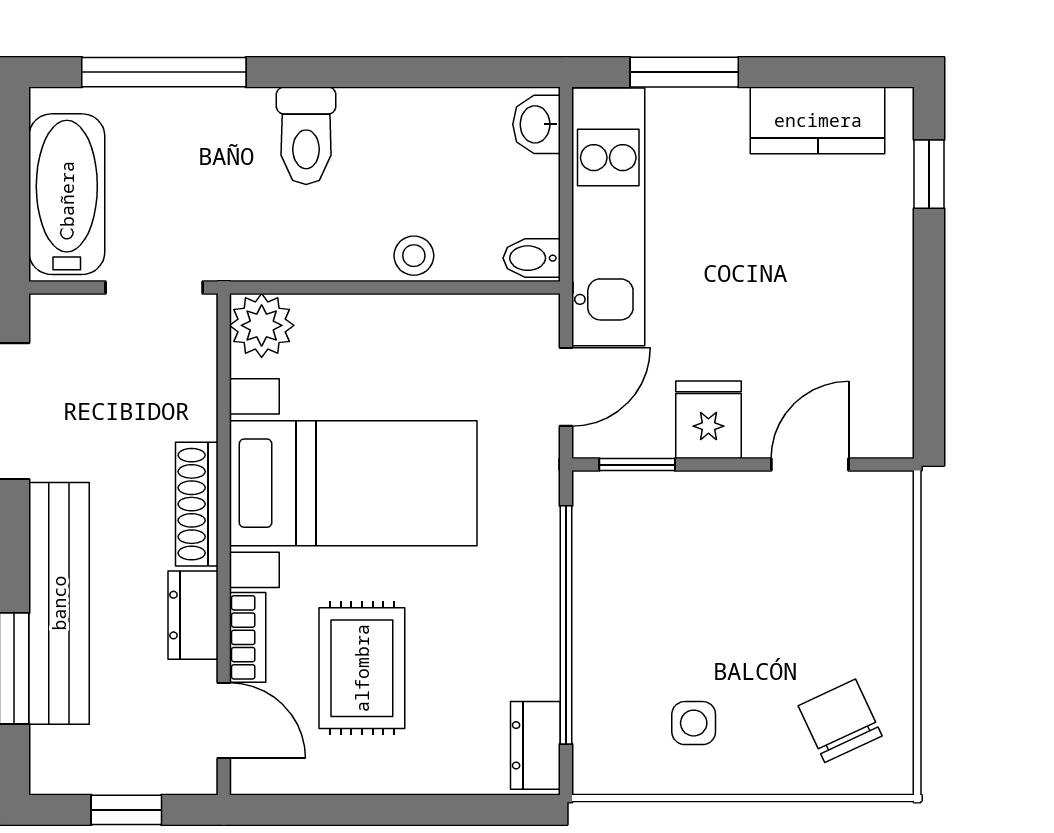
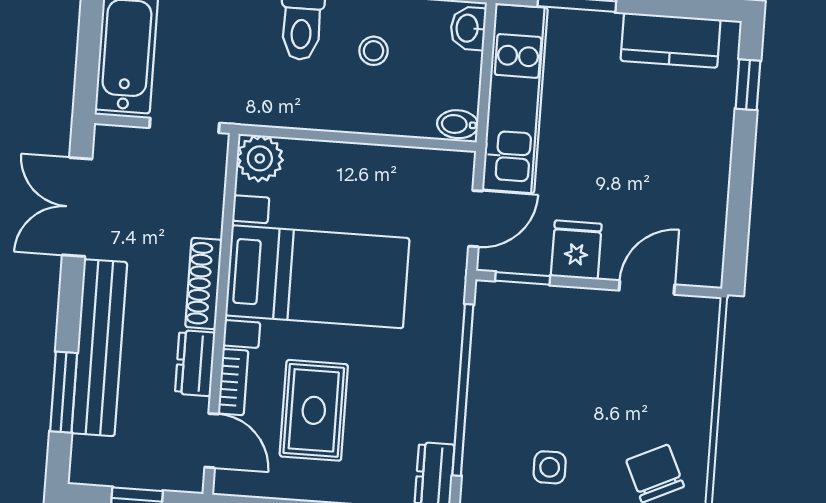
stool: (414, 256) -> (374, 51), moved

